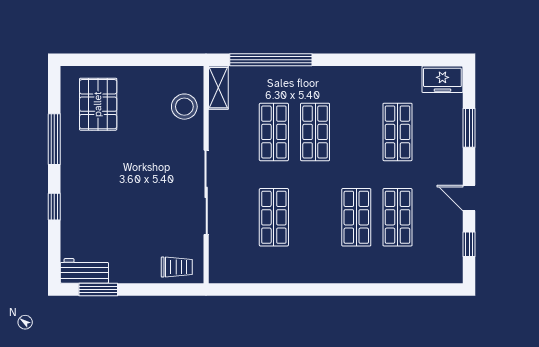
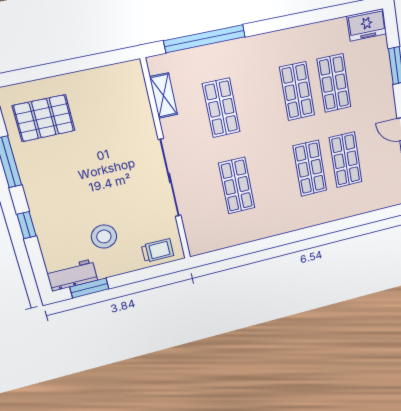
shelving: (218, 88) -> (164, 96), moved
pallet: (98, 104) -> (44, 118), turned 90
stool: (184, 107) -> (104, 237), moved
shop shelf: (315, 132) -> (297, 91), moved

